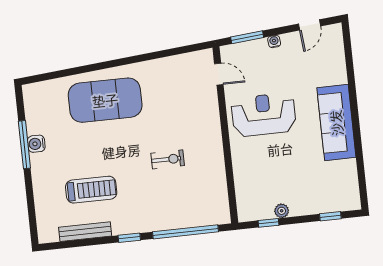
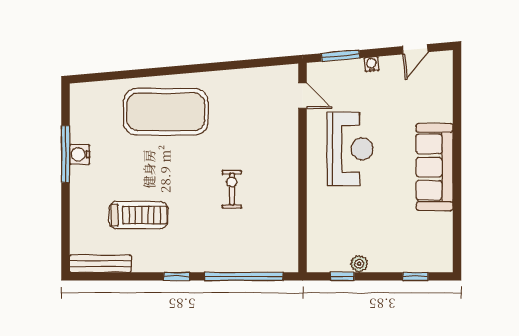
reception desk: (264, 115) -> (350, 149), turned 90
exercise bike: (168, 159) -> (232, 189), turned -90
bench: (85, 232) -> (100, 264), moved

